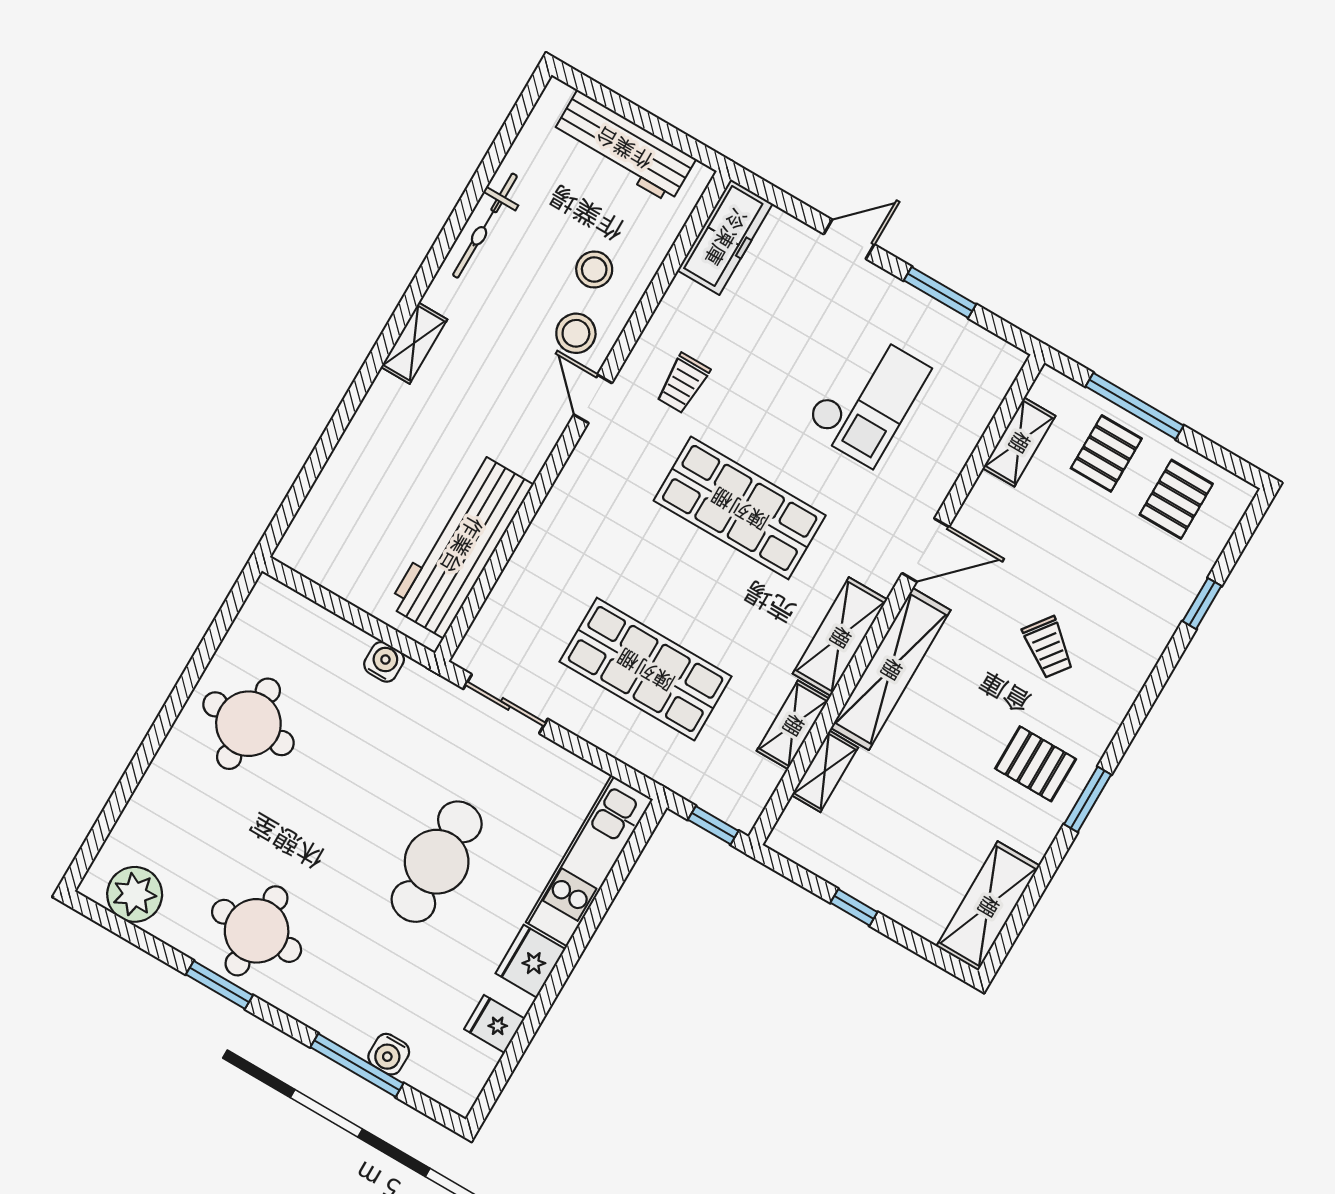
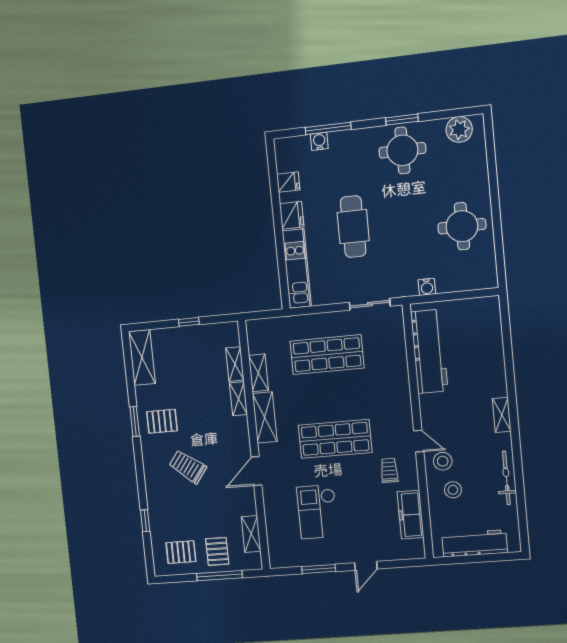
freezer: (725, 237) -> (411, 515), moved
pallet: (1176, 499) -> (181, 552), turned 90
trolley: (1048, 647) -> (188, 467), width x1.36, depth x1.39
shelving: (891, 669) -> (238, 399), width x0.45, depth x0.75
window: (713, 825) -> (261, 315), removed

